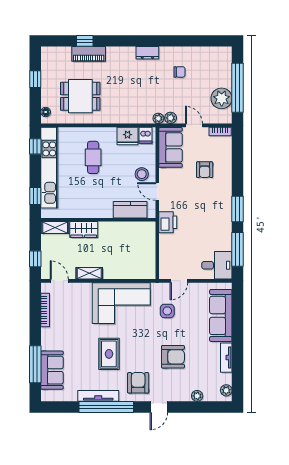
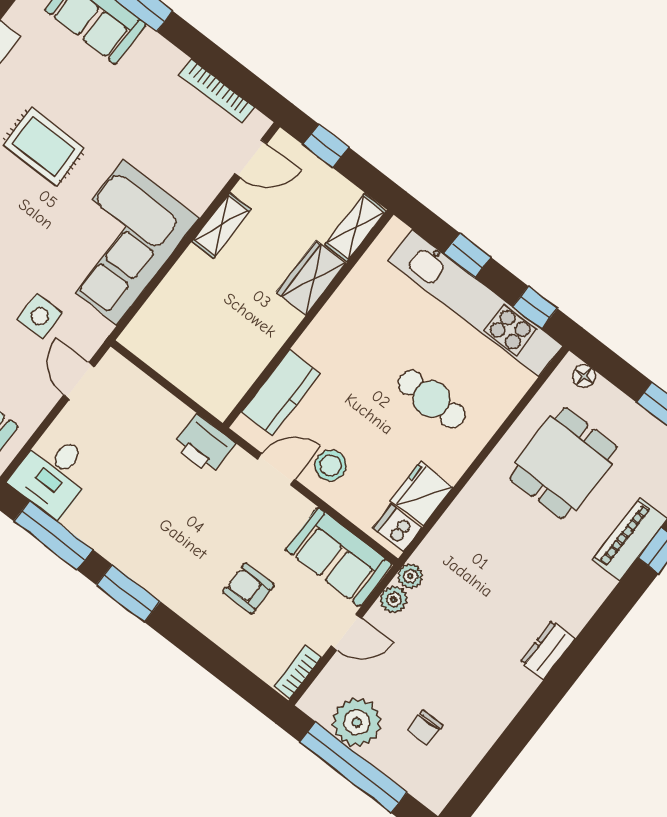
chair: (179, 72) -> (425, 728), moved
window: (35, 196) -> (467, 255), moved

